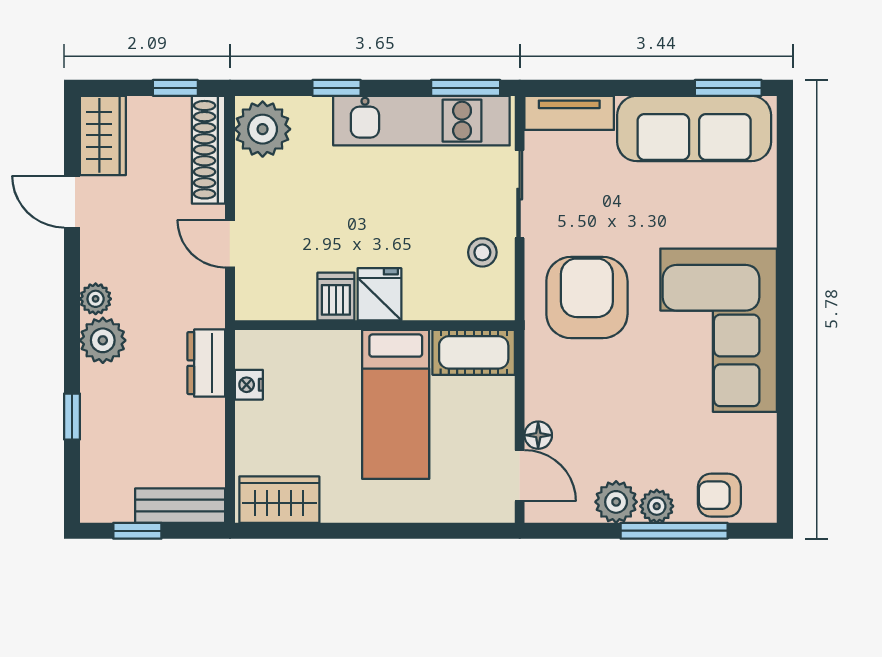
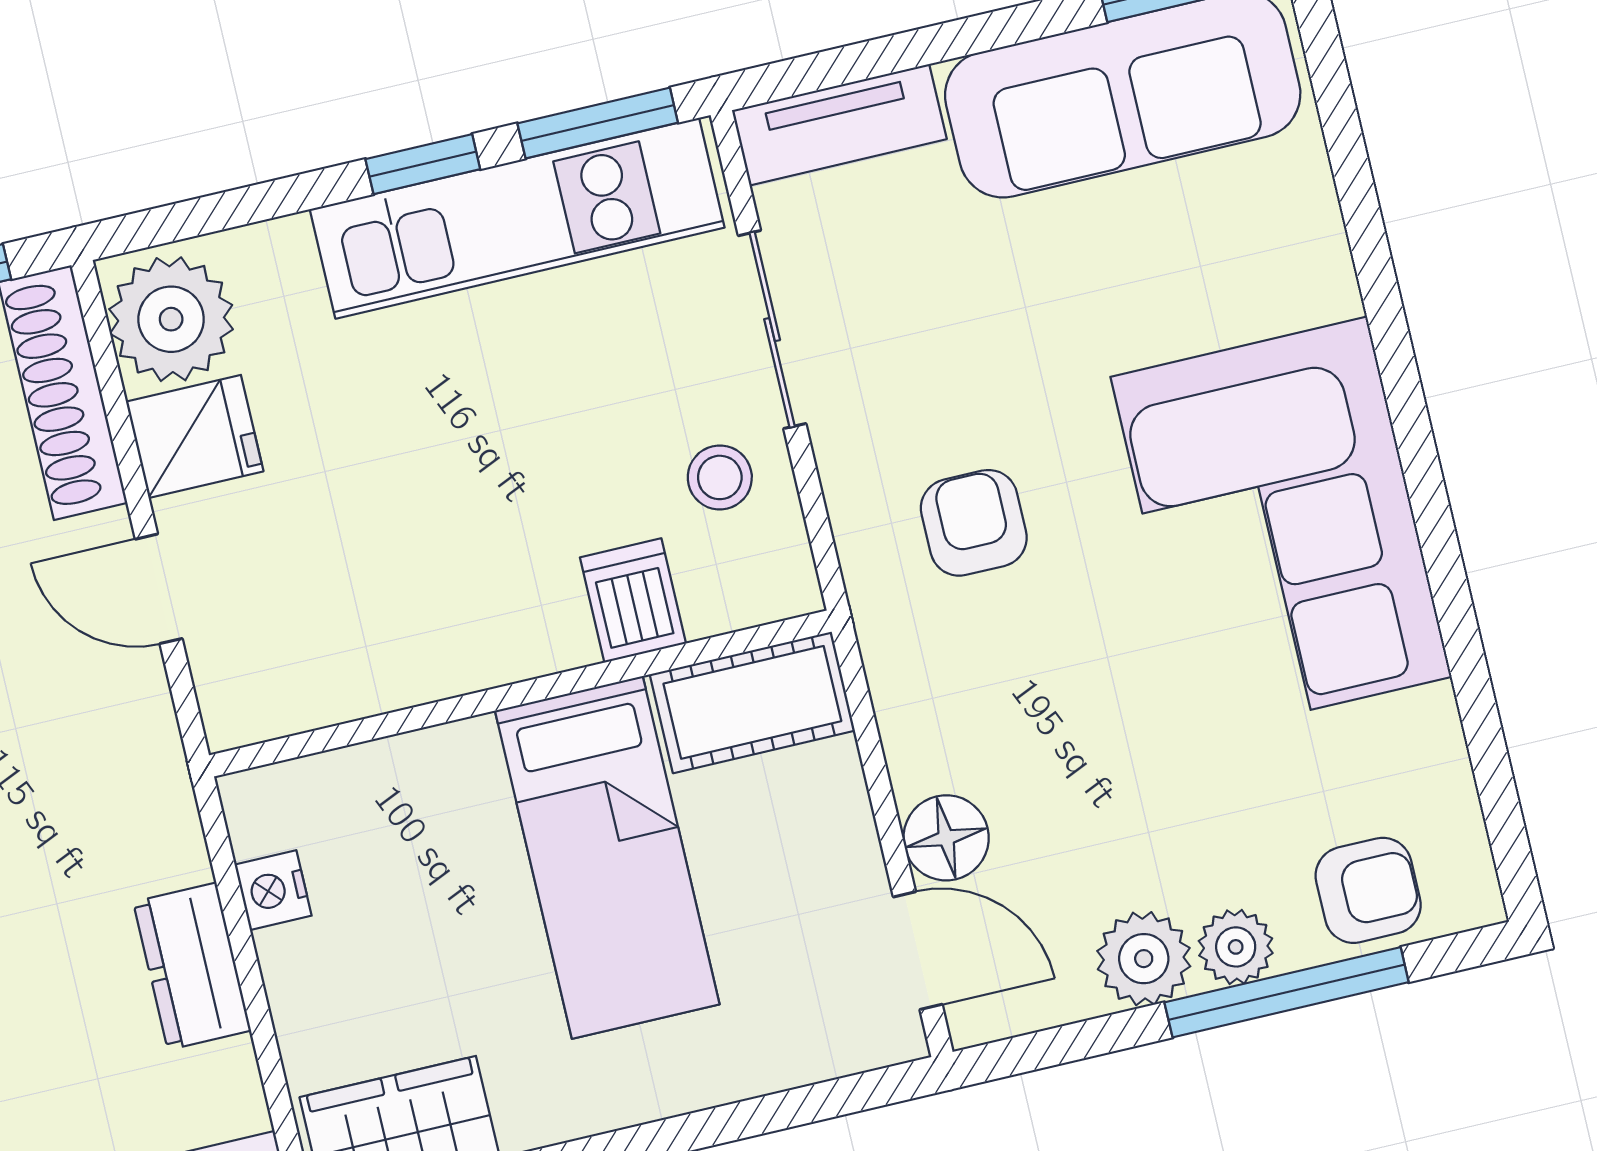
window: (337, 88) -> (423, 164), moved
fridge: (379, 294) -> (195, 436), moved, turned 90
dishwasher: (336, 297) -> (633, 600), moved
armchair: (587, 298) -> (974, 523), width x0.53, depth x0.53
dresser: (206, 363) -> (192, 966), moved
floor lamp: (538, 435) -> (946, 838), width x1.37, depth x1.37
armchair: (719, 495) -> (1368, 890), turned 180

